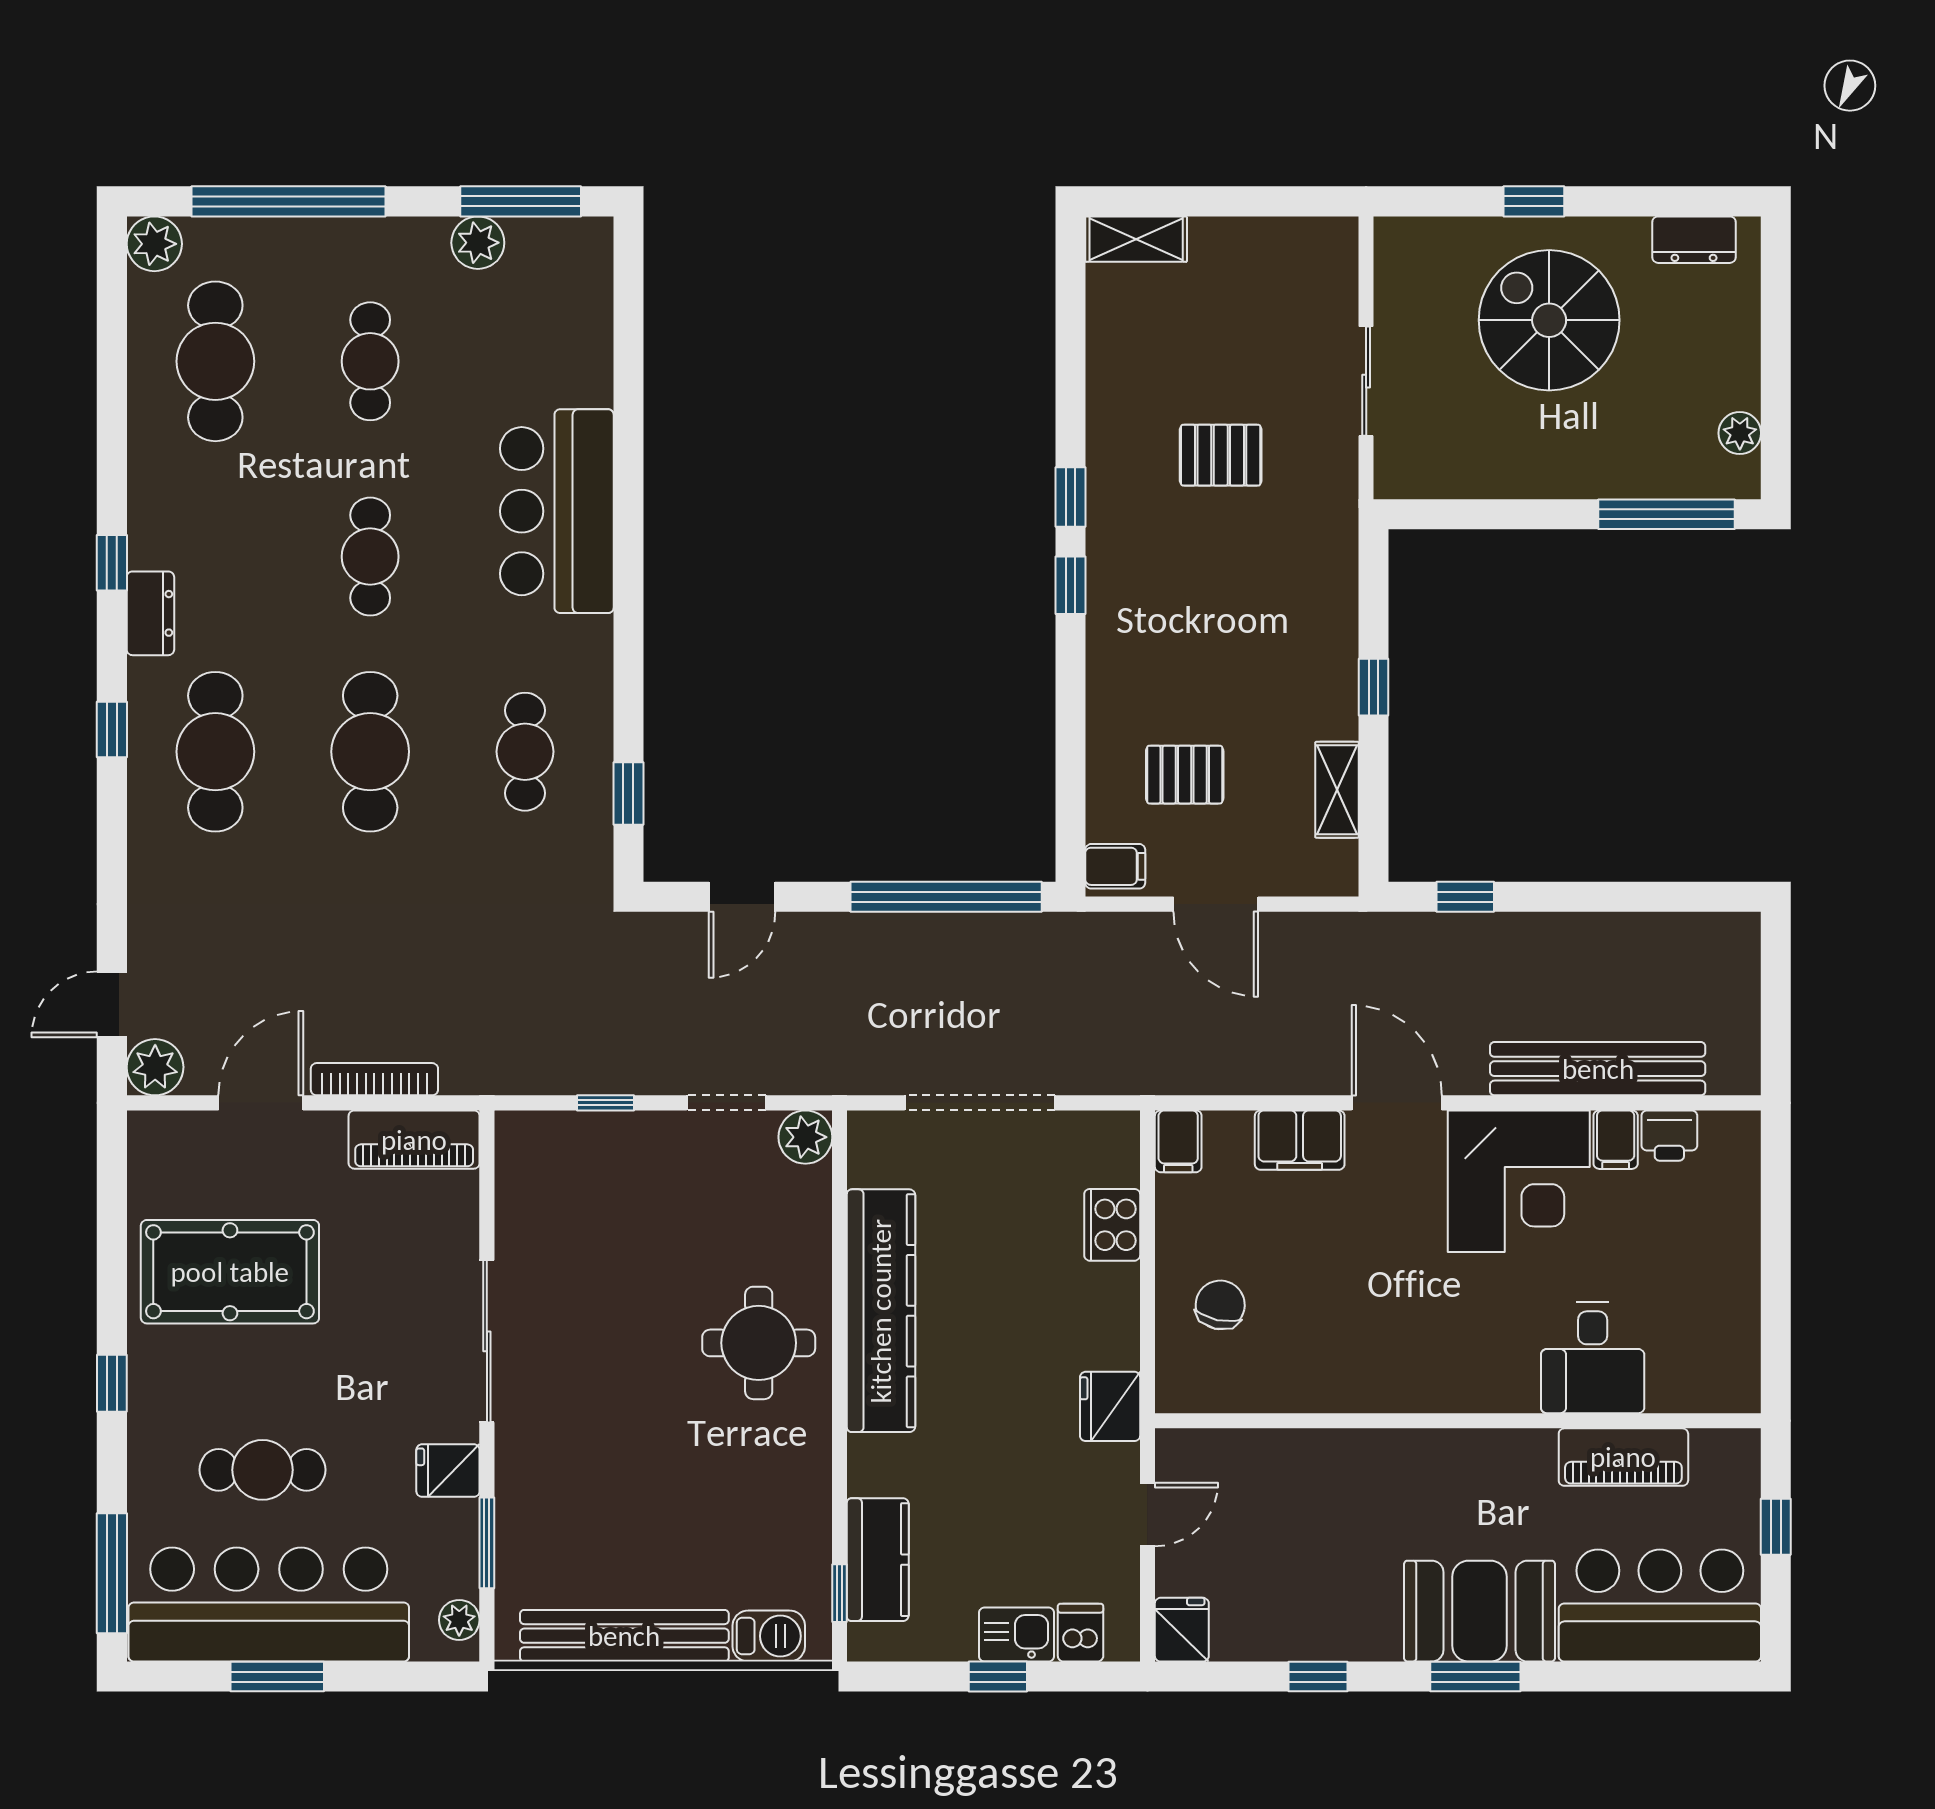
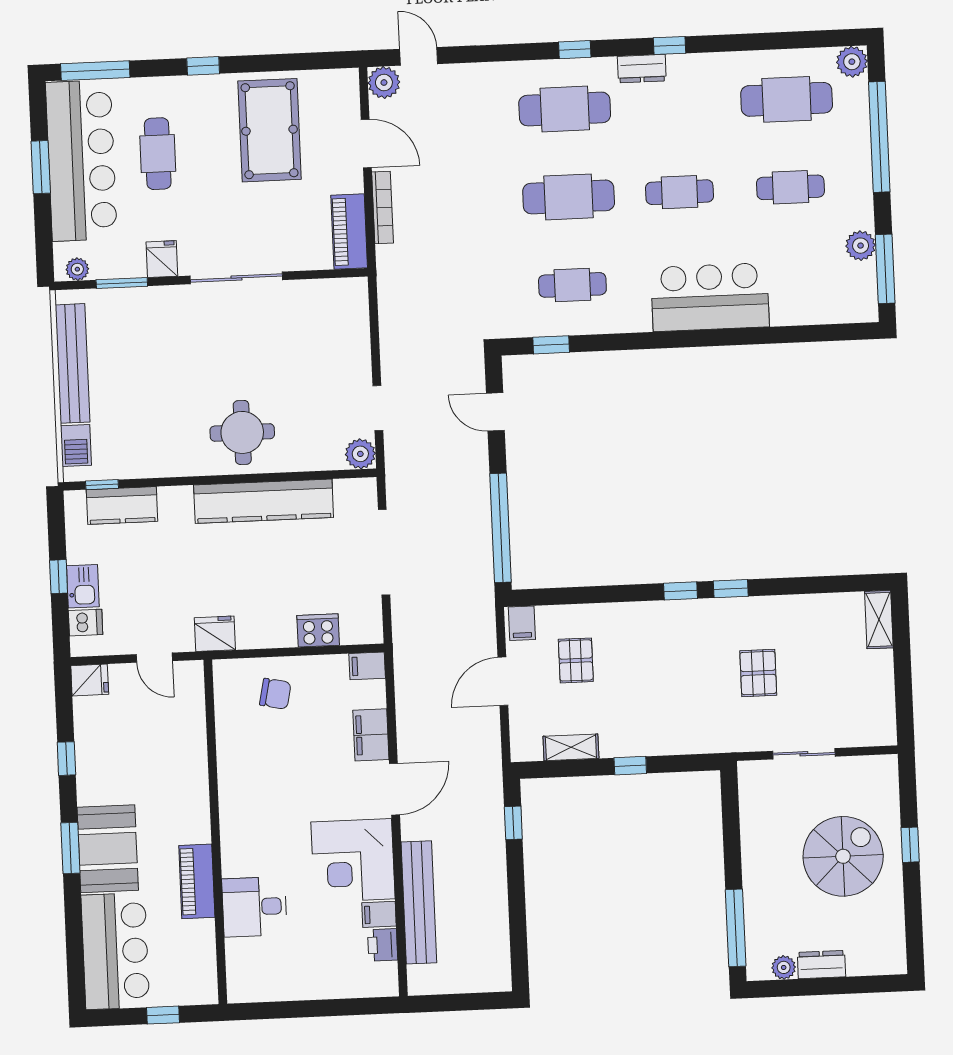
dresser: (1694, 240) -> (821, 965), moved, turned 90
window: (605, 1103) -> (375, 339), removed
piano: (1623, 1457) -> (197, 881), moved

